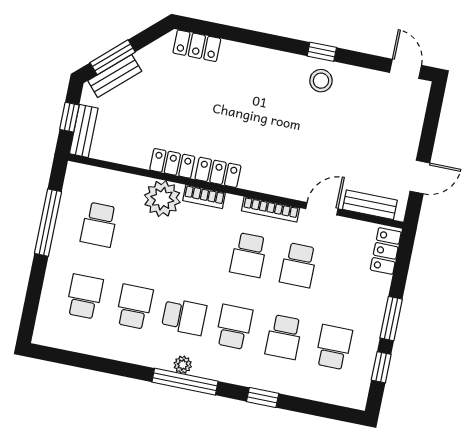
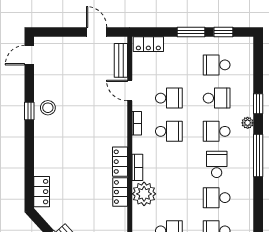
bookcase: (271, 209) -> (137, 123), width x0.64
plant: (183, 365) -> (248, 123), moved

